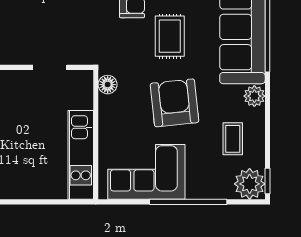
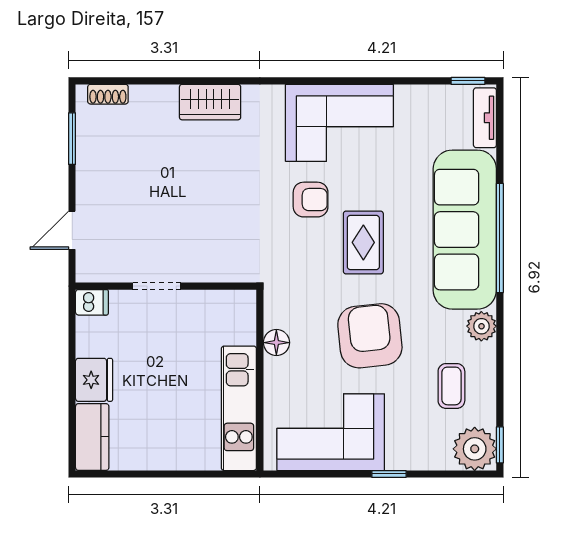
doorway: (50, 67) -> (157, 286), moved
floor lamp: (108, 85) -> (276, 343), moved
window: (188, 202) -> (389, 474), width x0.32

